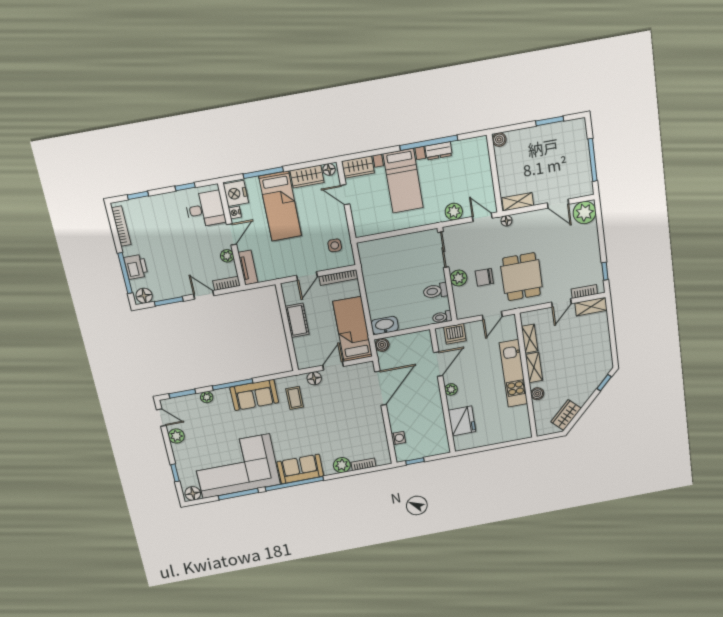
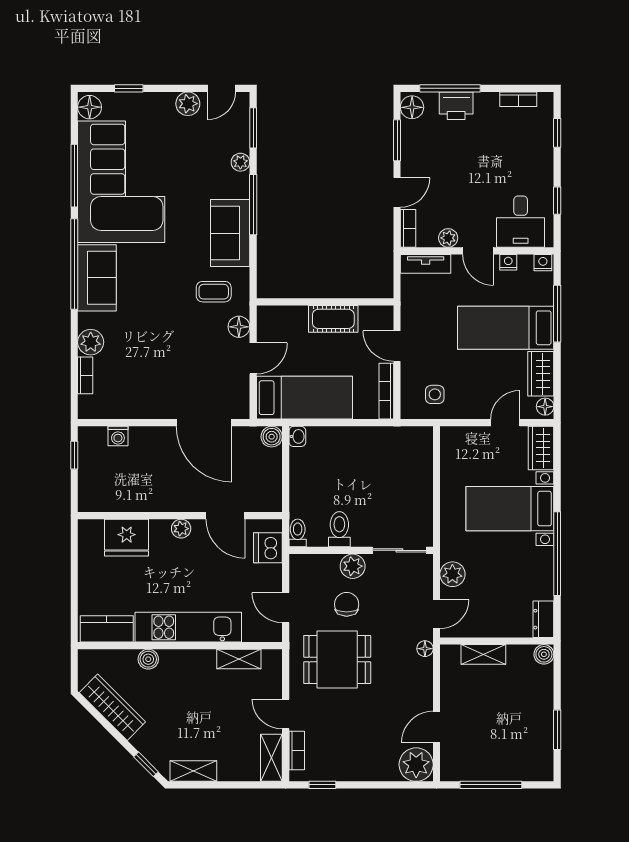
dresser: (439, 151) -> (543, 619), moved
nightstand: (236, 193) -> (543, 263), width x0.53, depth x0.56
shelving: (518, 202) -> (483, 654), moved, turned 90
bookcase: (121, 226) -> (518, 99), width x0.64
washbasin: (385, 325) -> (297, 436), width x0.52, depth x0.69
door: (333, 366) -> (253, 358), hinge flipped
shelving: (534, 367) -> (193, 771), moved
wardrobe: (566, 415) -> (112, 707), width x1.50
kitchen counter: (522, 422) -> (107, 629), added

